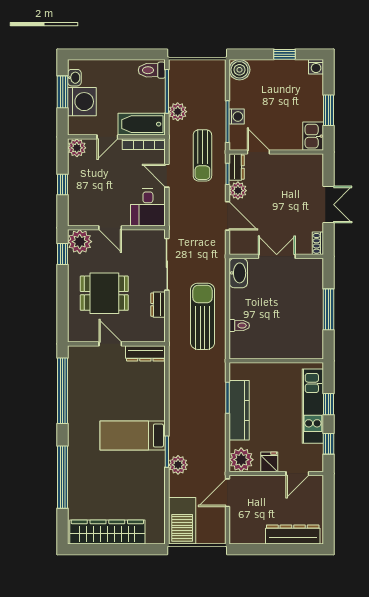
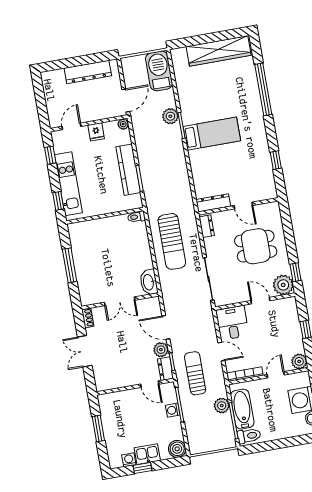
washing machine: (316, 67) -> (129, 460), moved
bathtub: (142, 124) -> (242, 409), moved, turned -90
kitchen sink: (313, 136) -> (147, 454), moved, turned -90
dresser: (158, 305) -> (207, 226), moved
toilet: (239, 325) -> (136, 217), moved
window: (63, 391) -> (276, 160), width x0.32
window: (328, 404) -> (58, 201), moved
plant: (241, 460) -> (123, 124), width x0.53, depth x0.53
dresser: (293, 534) -> (88, 72), moved

